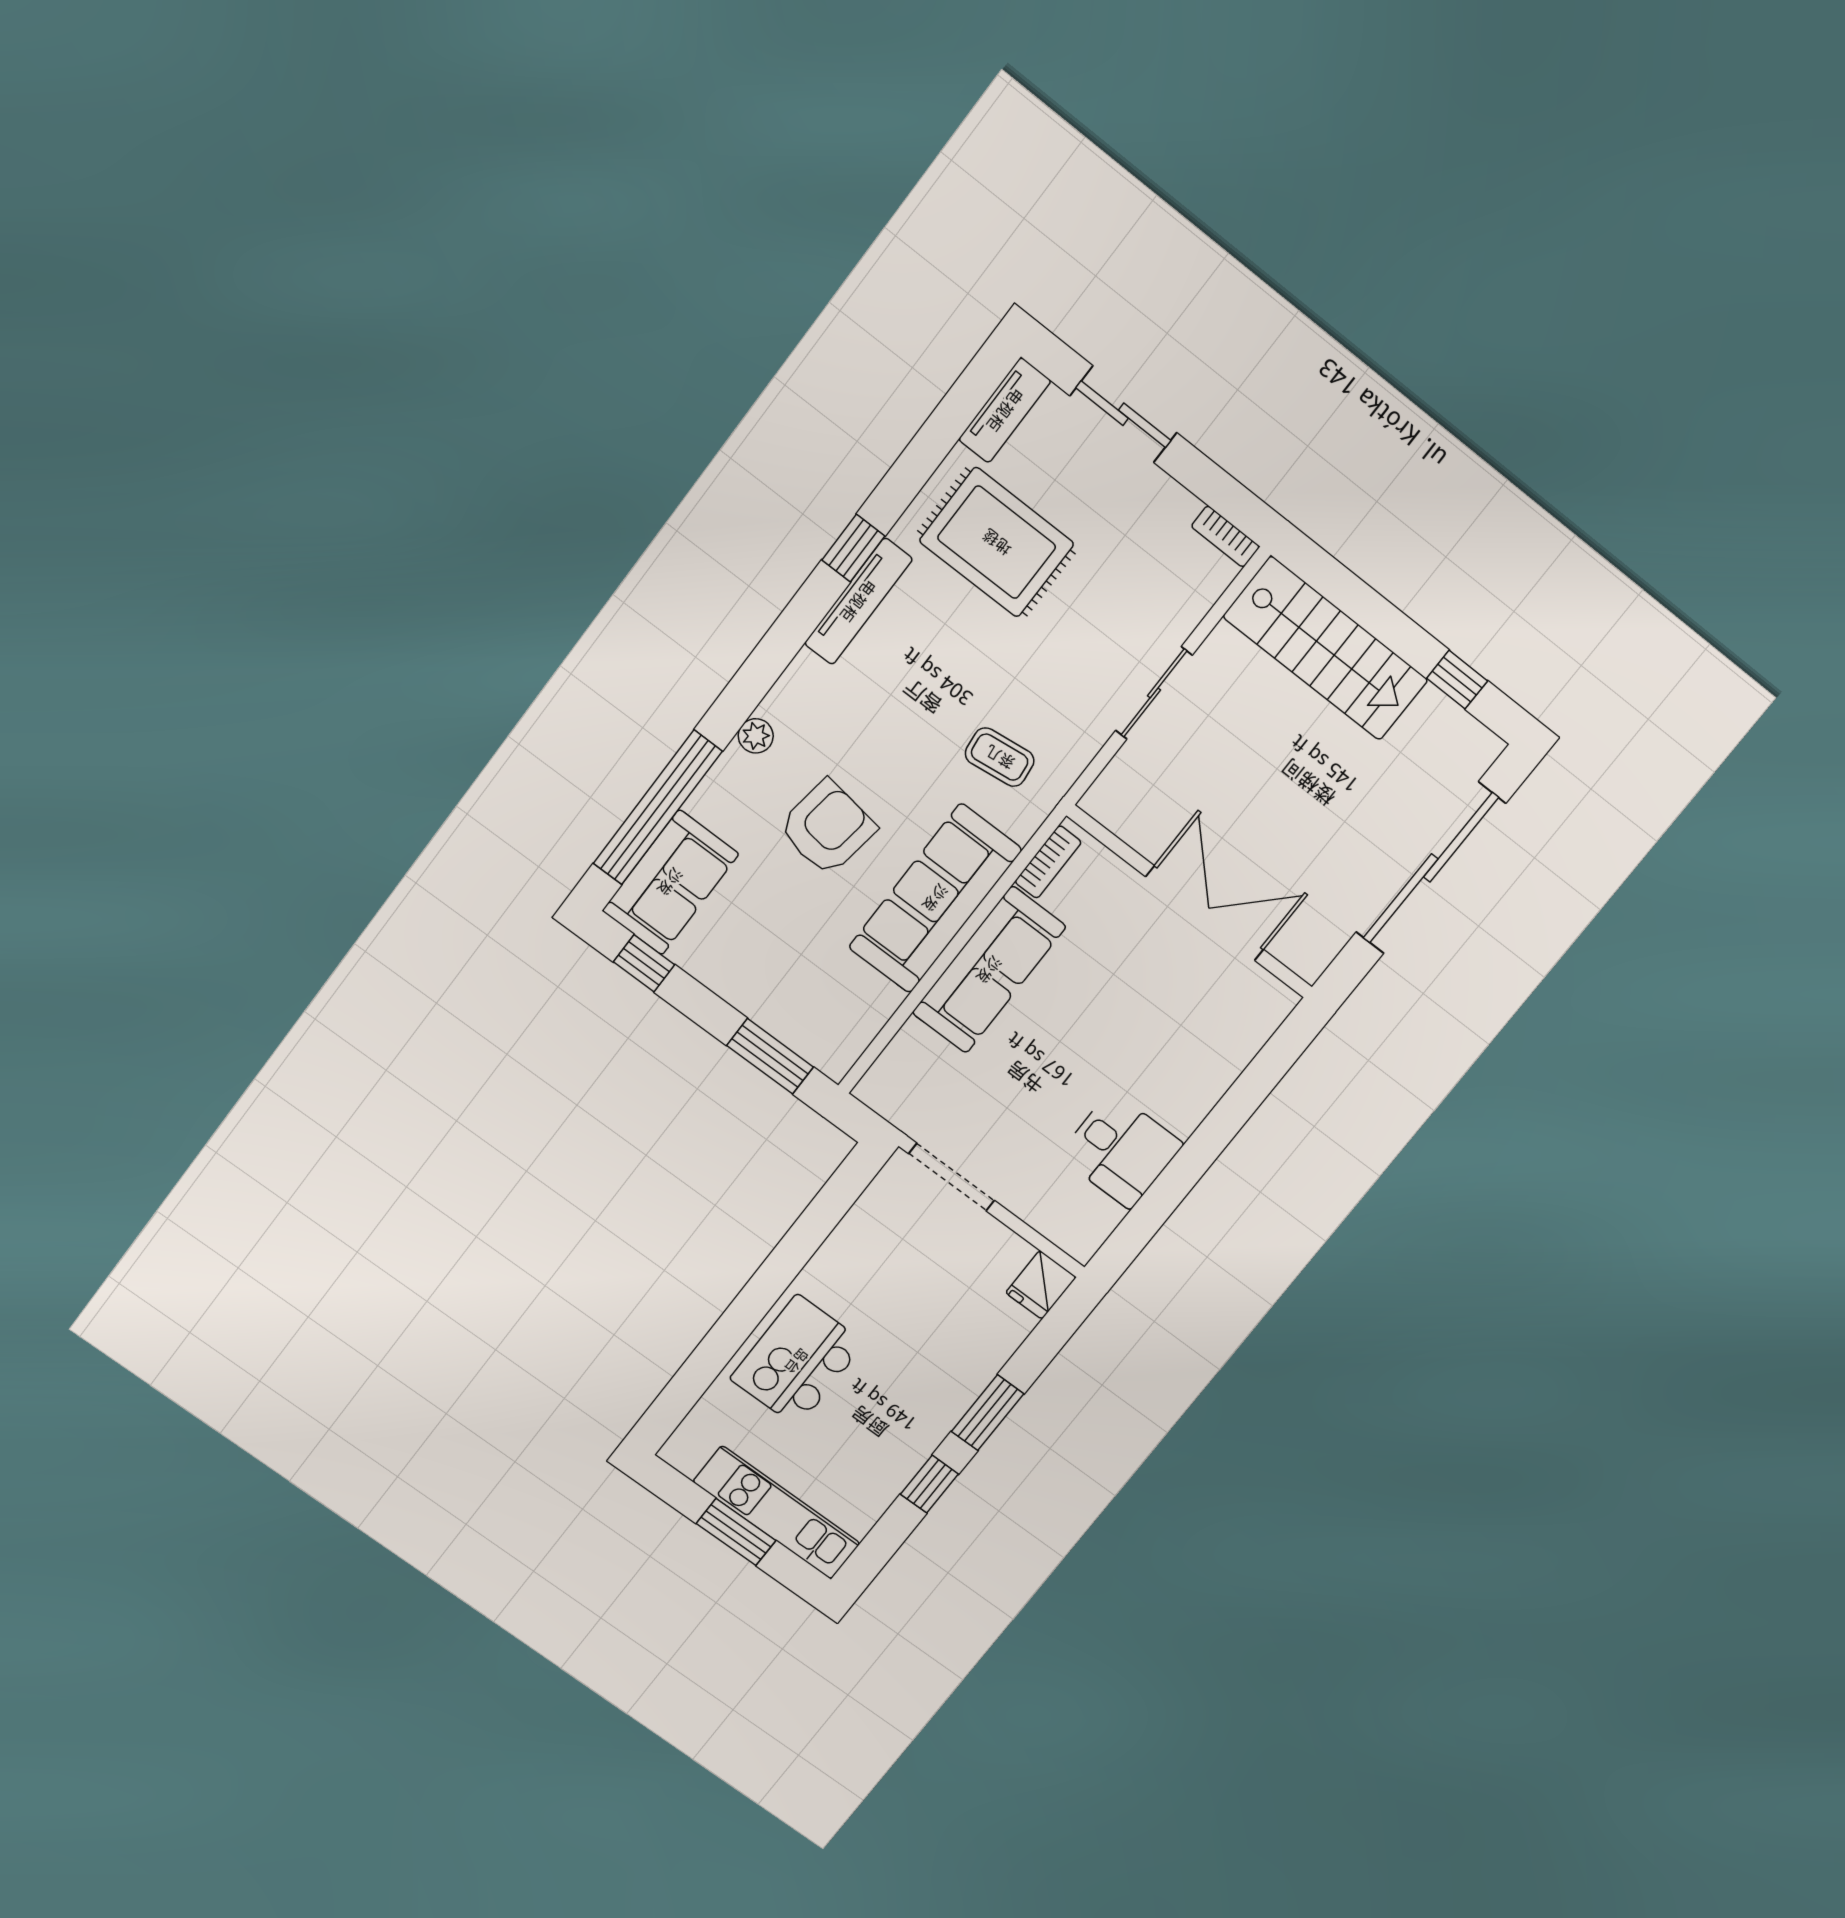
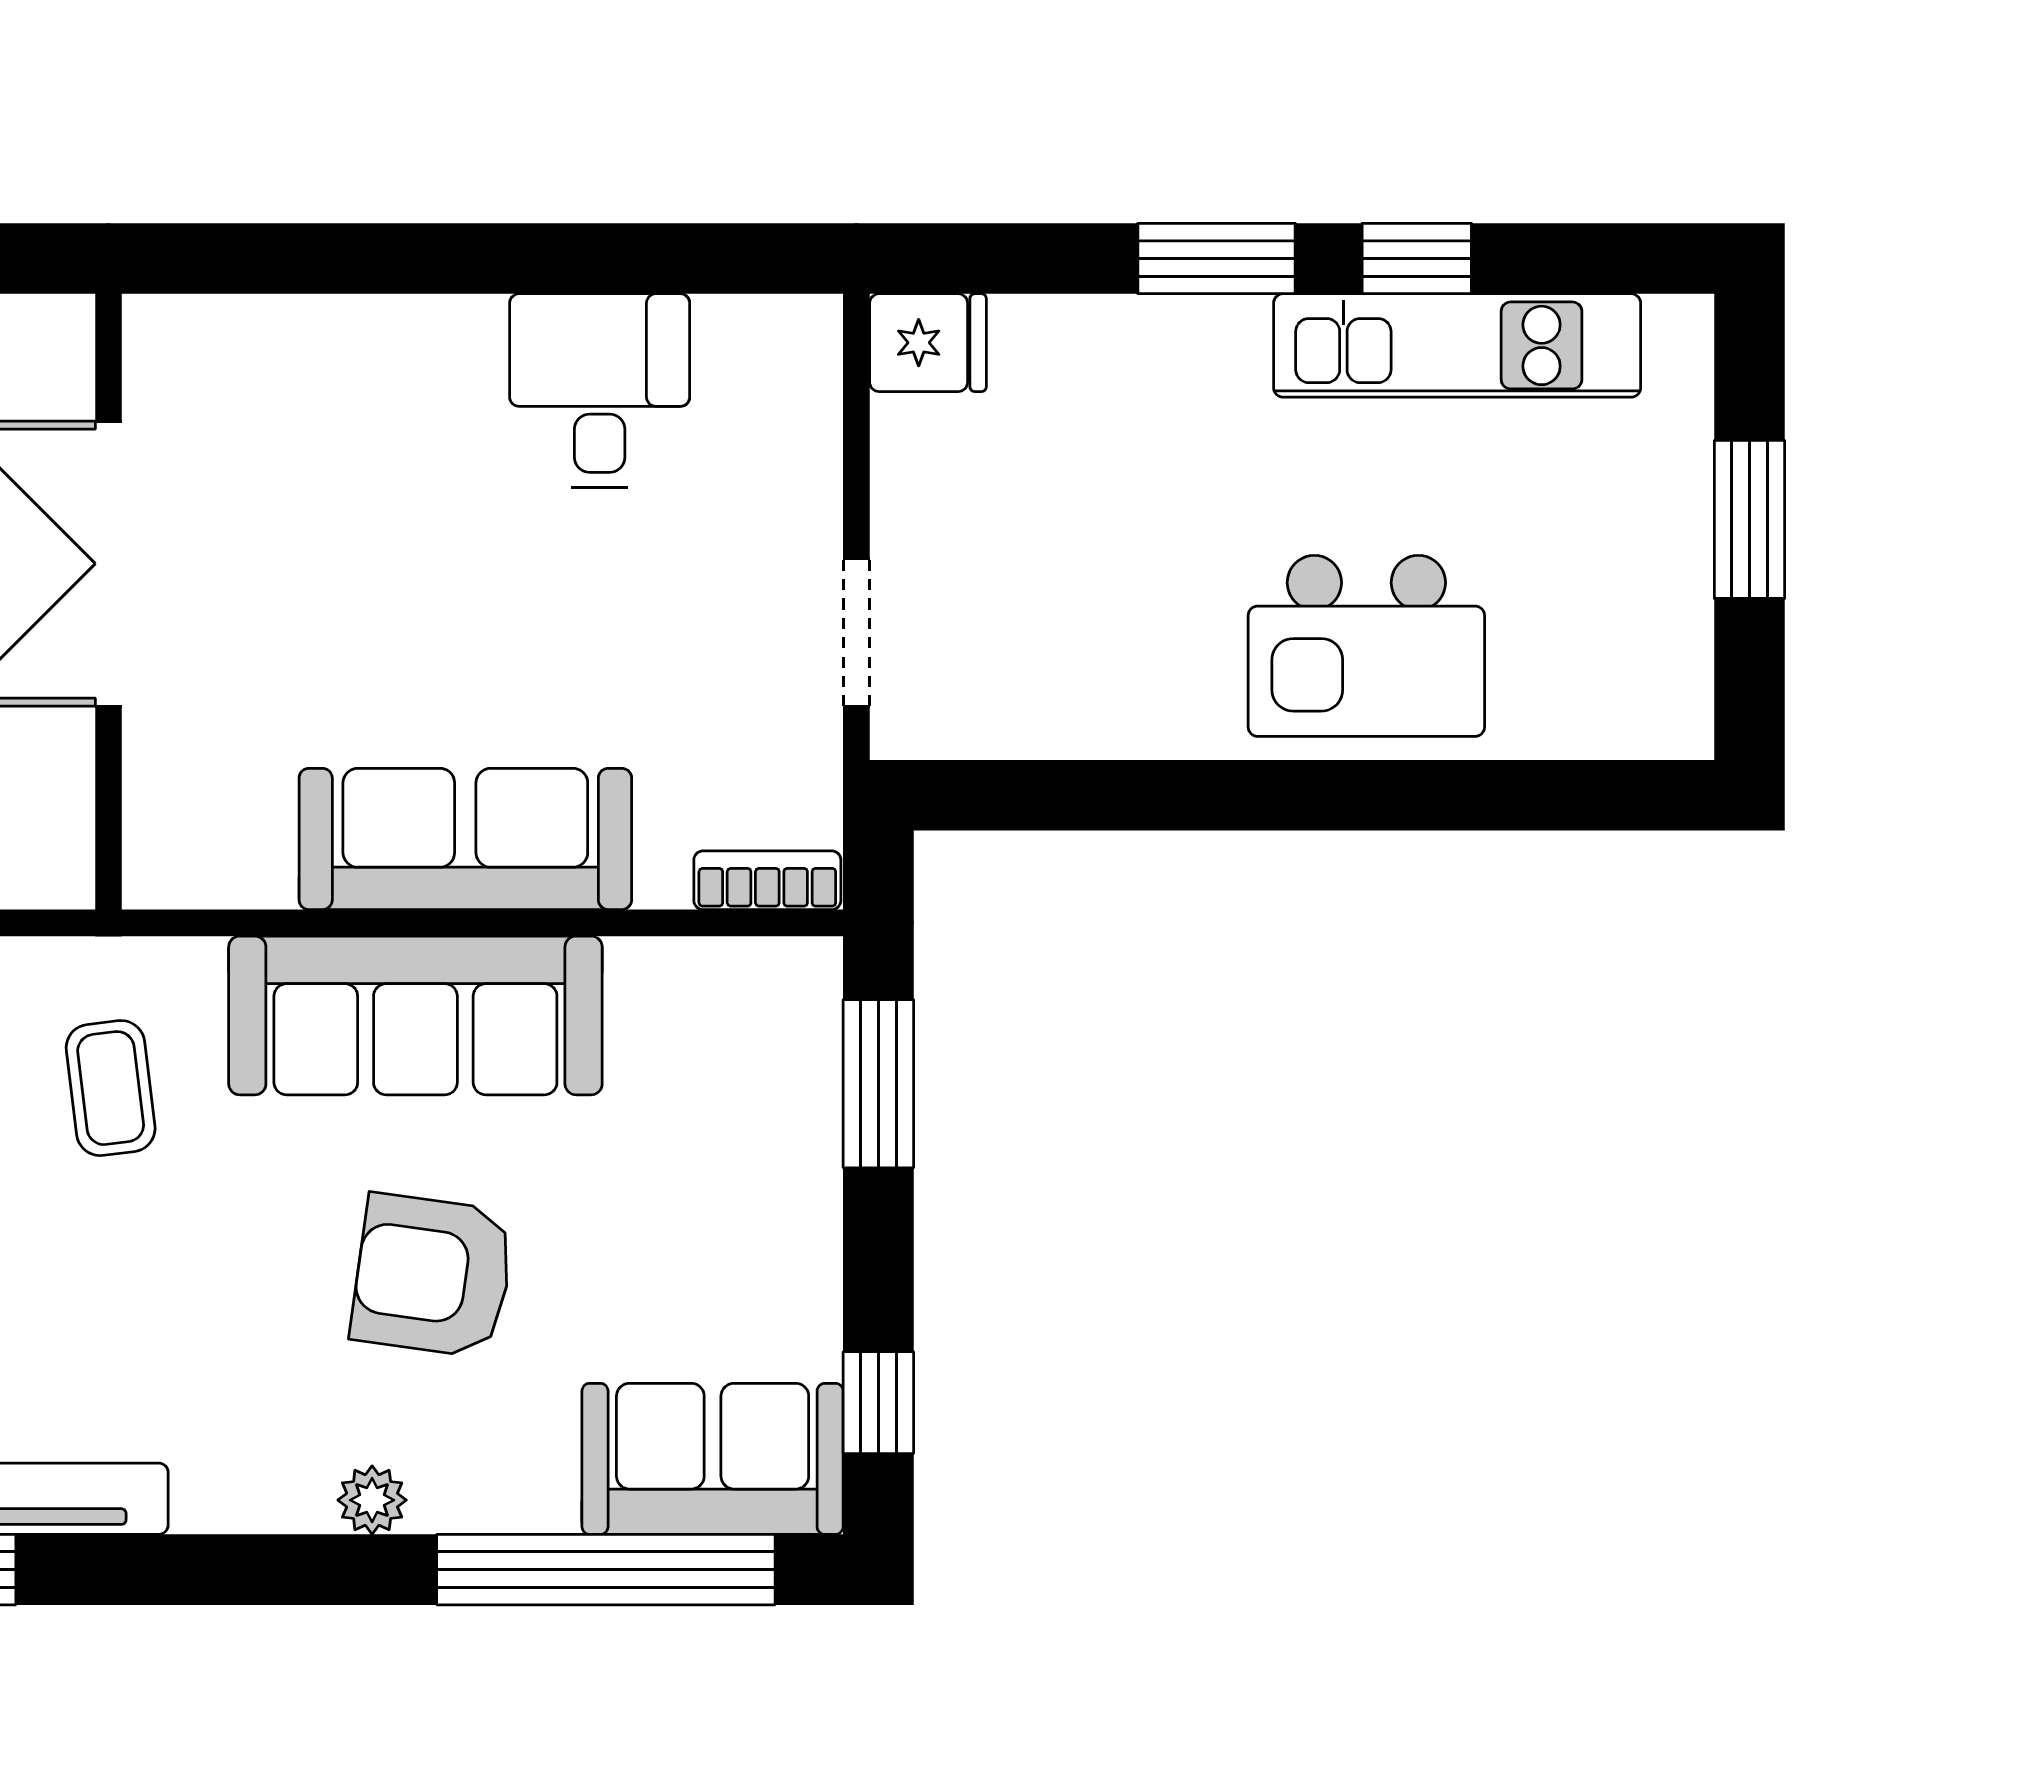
bookcase: (1048, 862) -> (767, 880), moved
doorway: (952, 1177) -> (856, 633), width x0.73
kitchen unit: (777, 1513) -> (1457, 345), moved, turned -90

